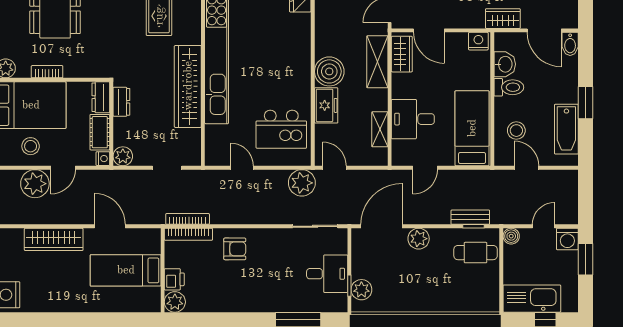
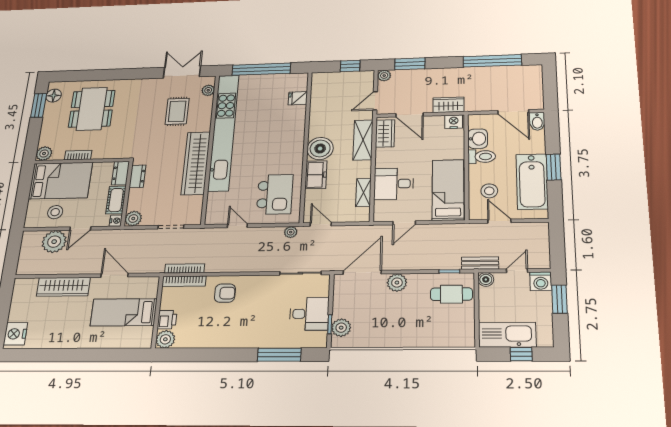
wardrobe: (503, 19) -> (448, 105), moved
kitchen island: (281, 129) -> (275, 194), turned -90
bathtub: (566, 129) -> (532, 181), width x1.36, depth x1.36
plant: (302, 183) -> (291, 232), width x0.53, depth x0.53
bench: (470, 217) -> (480, 263), moved

